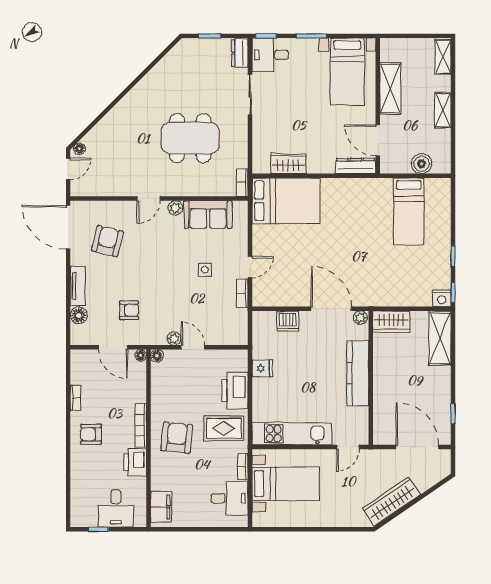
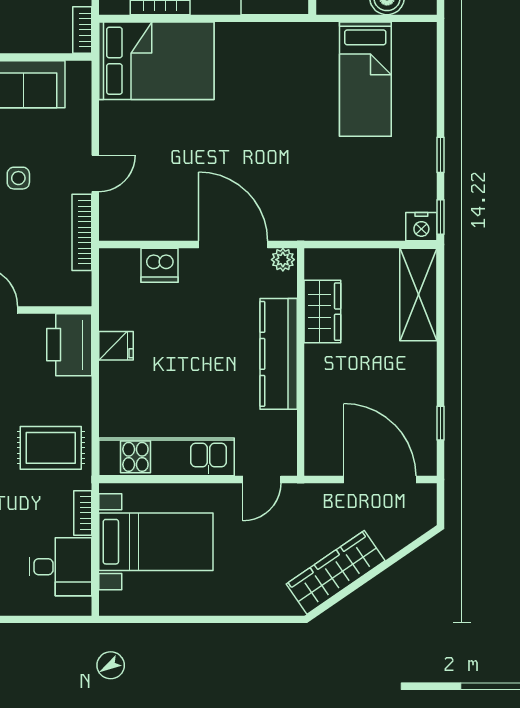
bookcase: (242, 294) -> (82, 232), width x1.56
wardrobe: (391, 322) -> (322, 312), moved, turned -90
printer: (235, 391) -> (69, 345), moved

